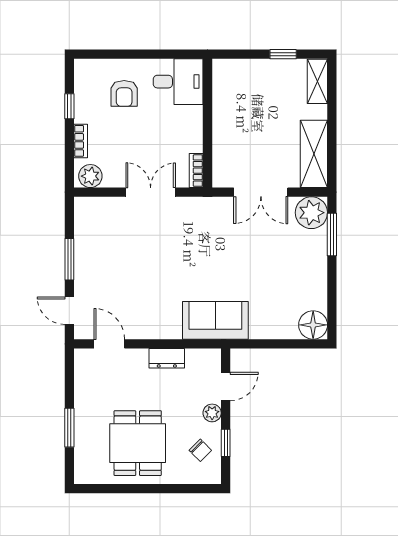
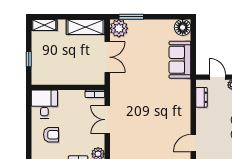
window: (283, 54) -> (29, 59), moved
sofa: (215, 320) -> (180, 60), moved
dresser: (167, 358) -> (202, 97), moved

